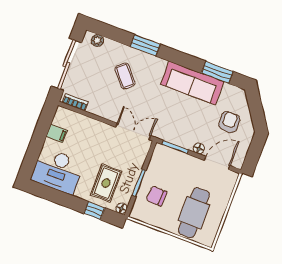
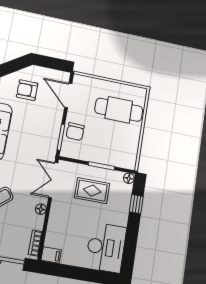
filing cabinet: (57, 134) -> (51, 255), moved, turned 90
floor lamp: (199, 148) -> (41, 209), moved
rug: (106, 183) -> (92, 191), moved
chair: (157, 196) -> (75, 132), moved

